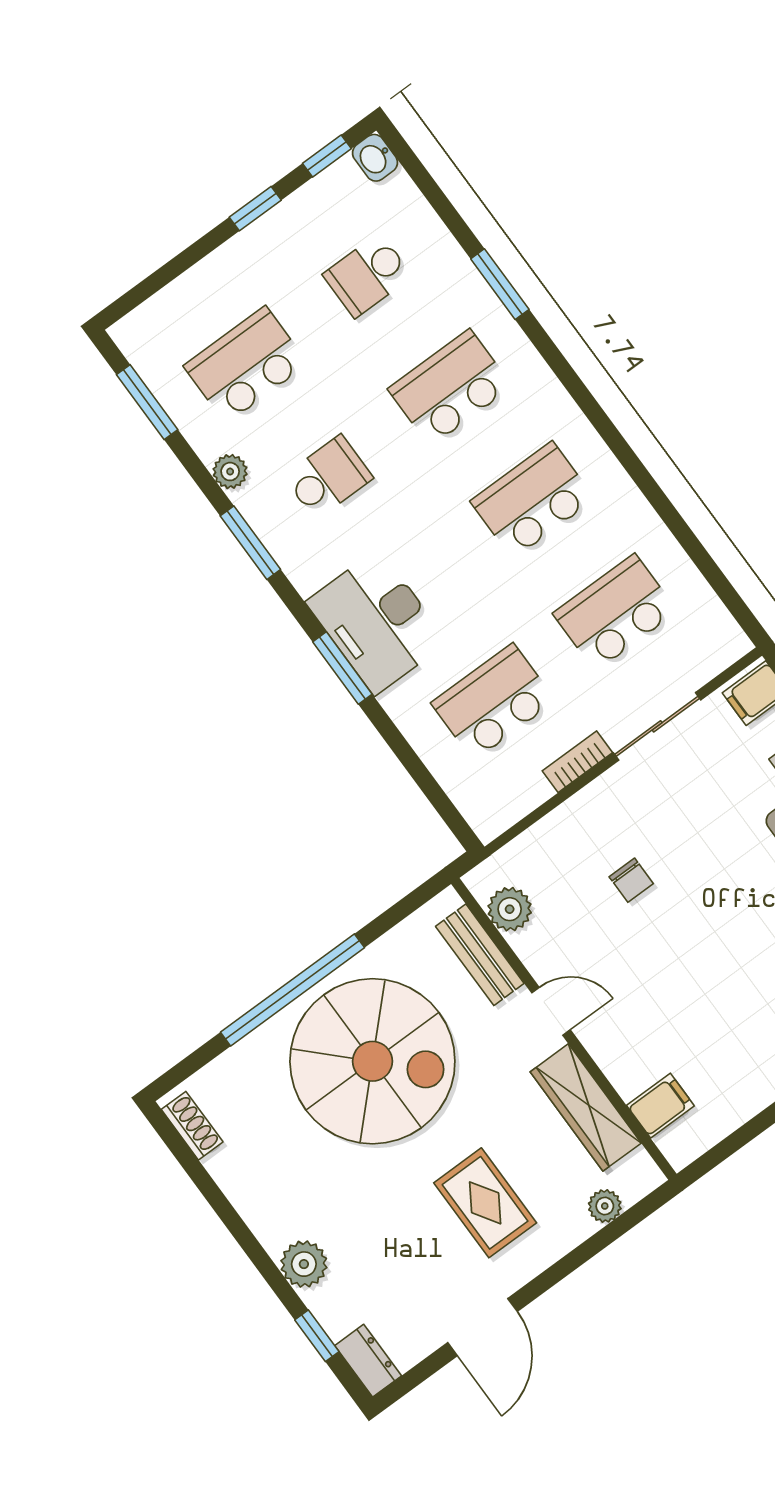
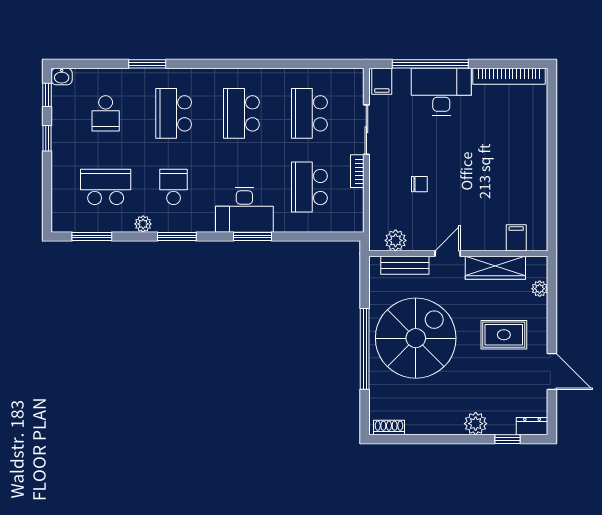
school desk: (246, 365) -> (106, 187), turned 90

